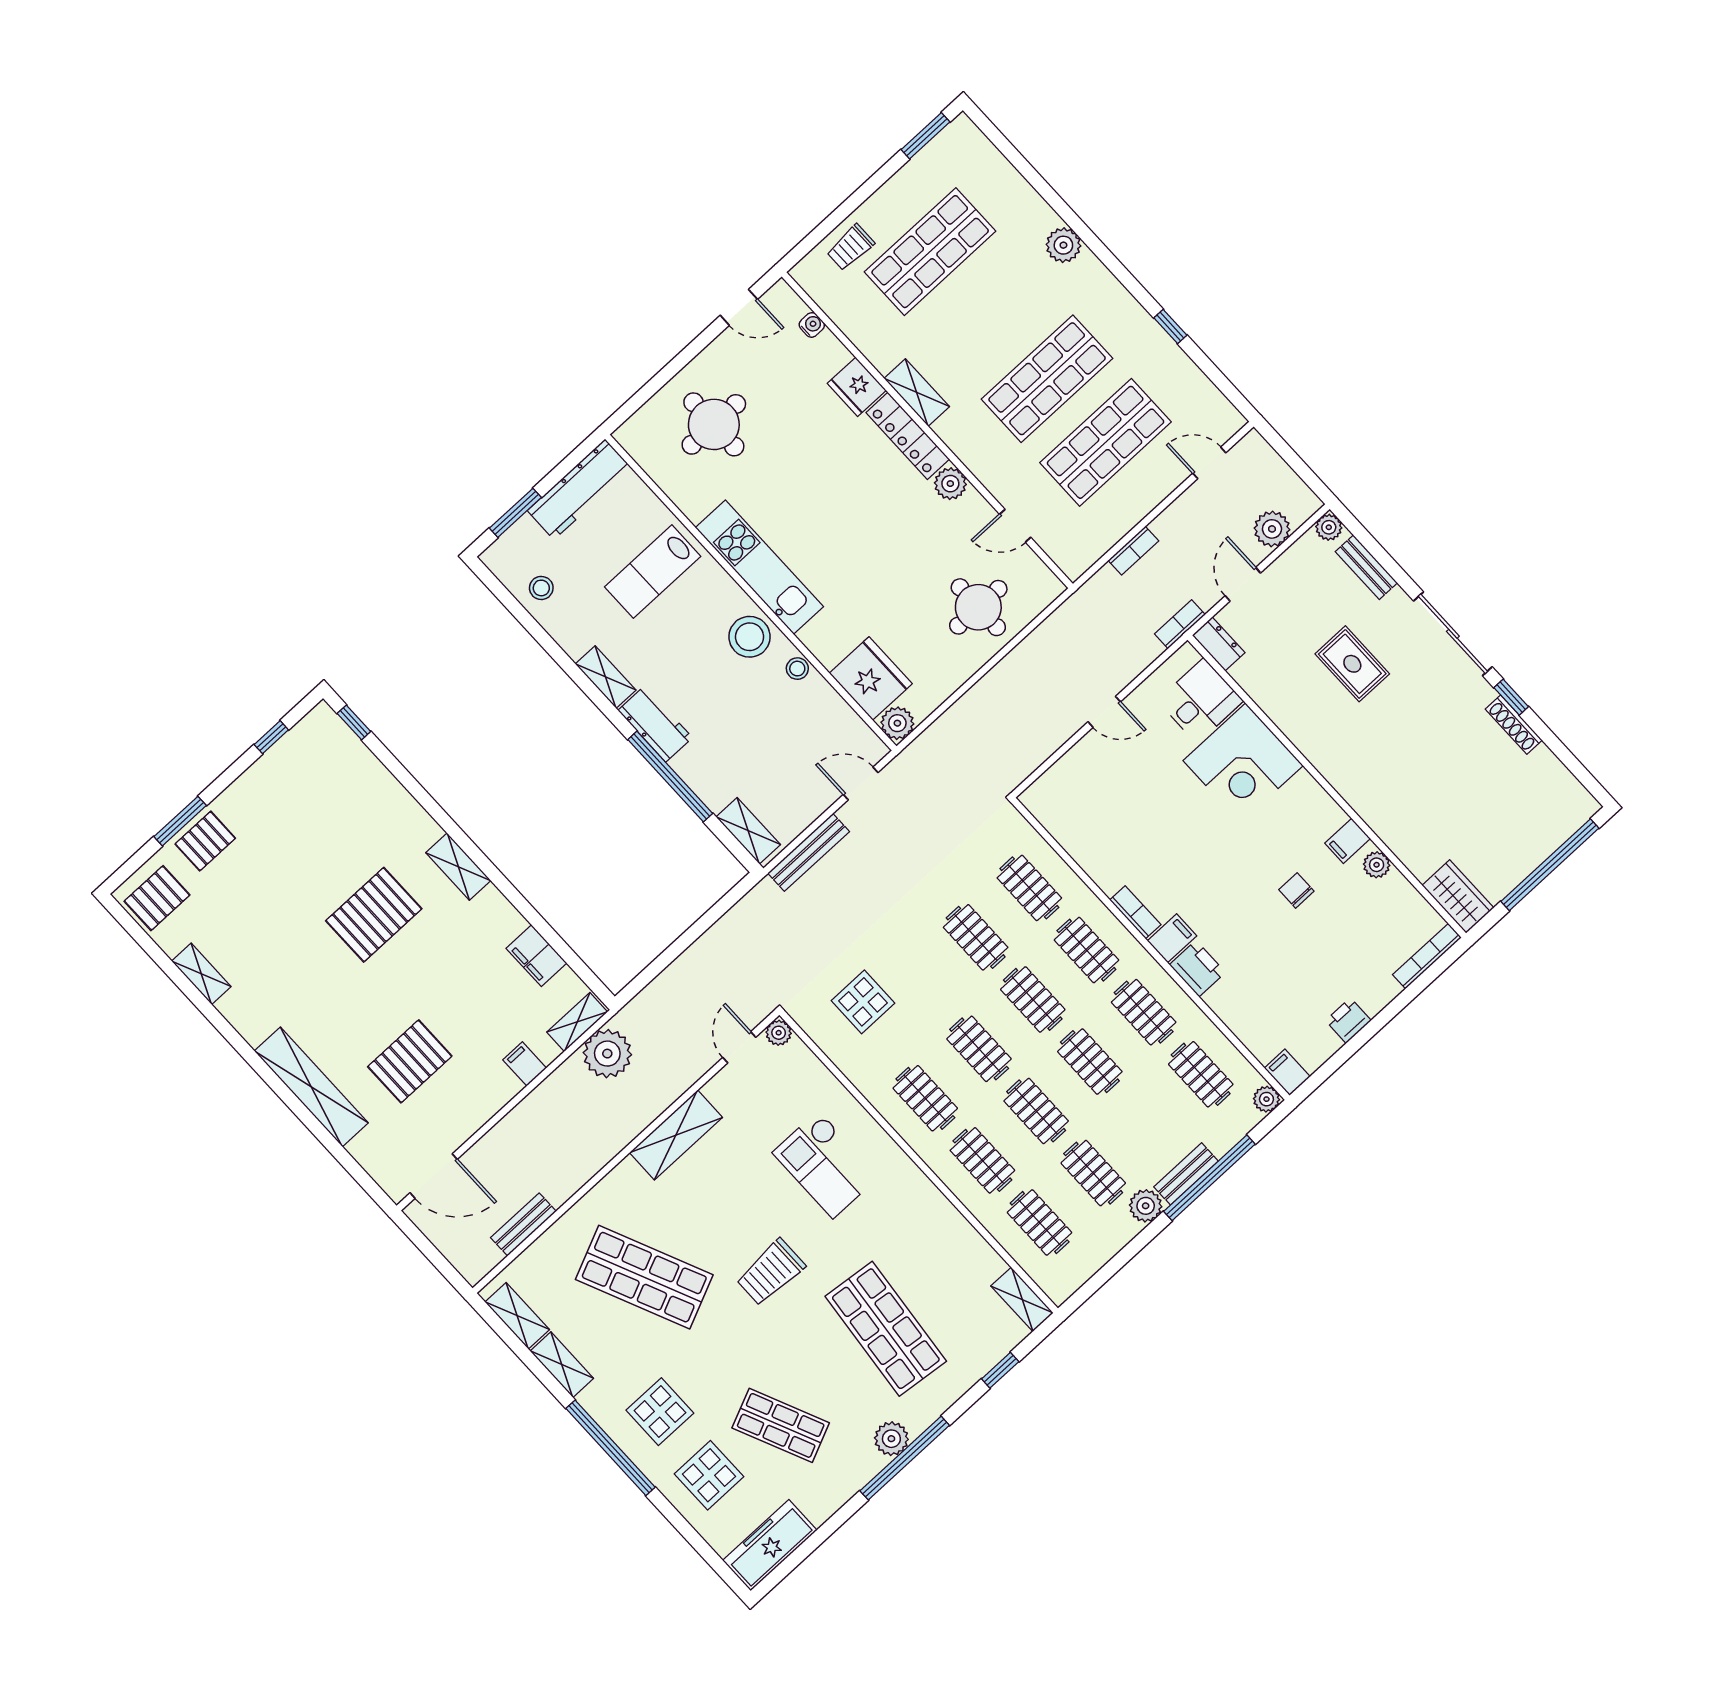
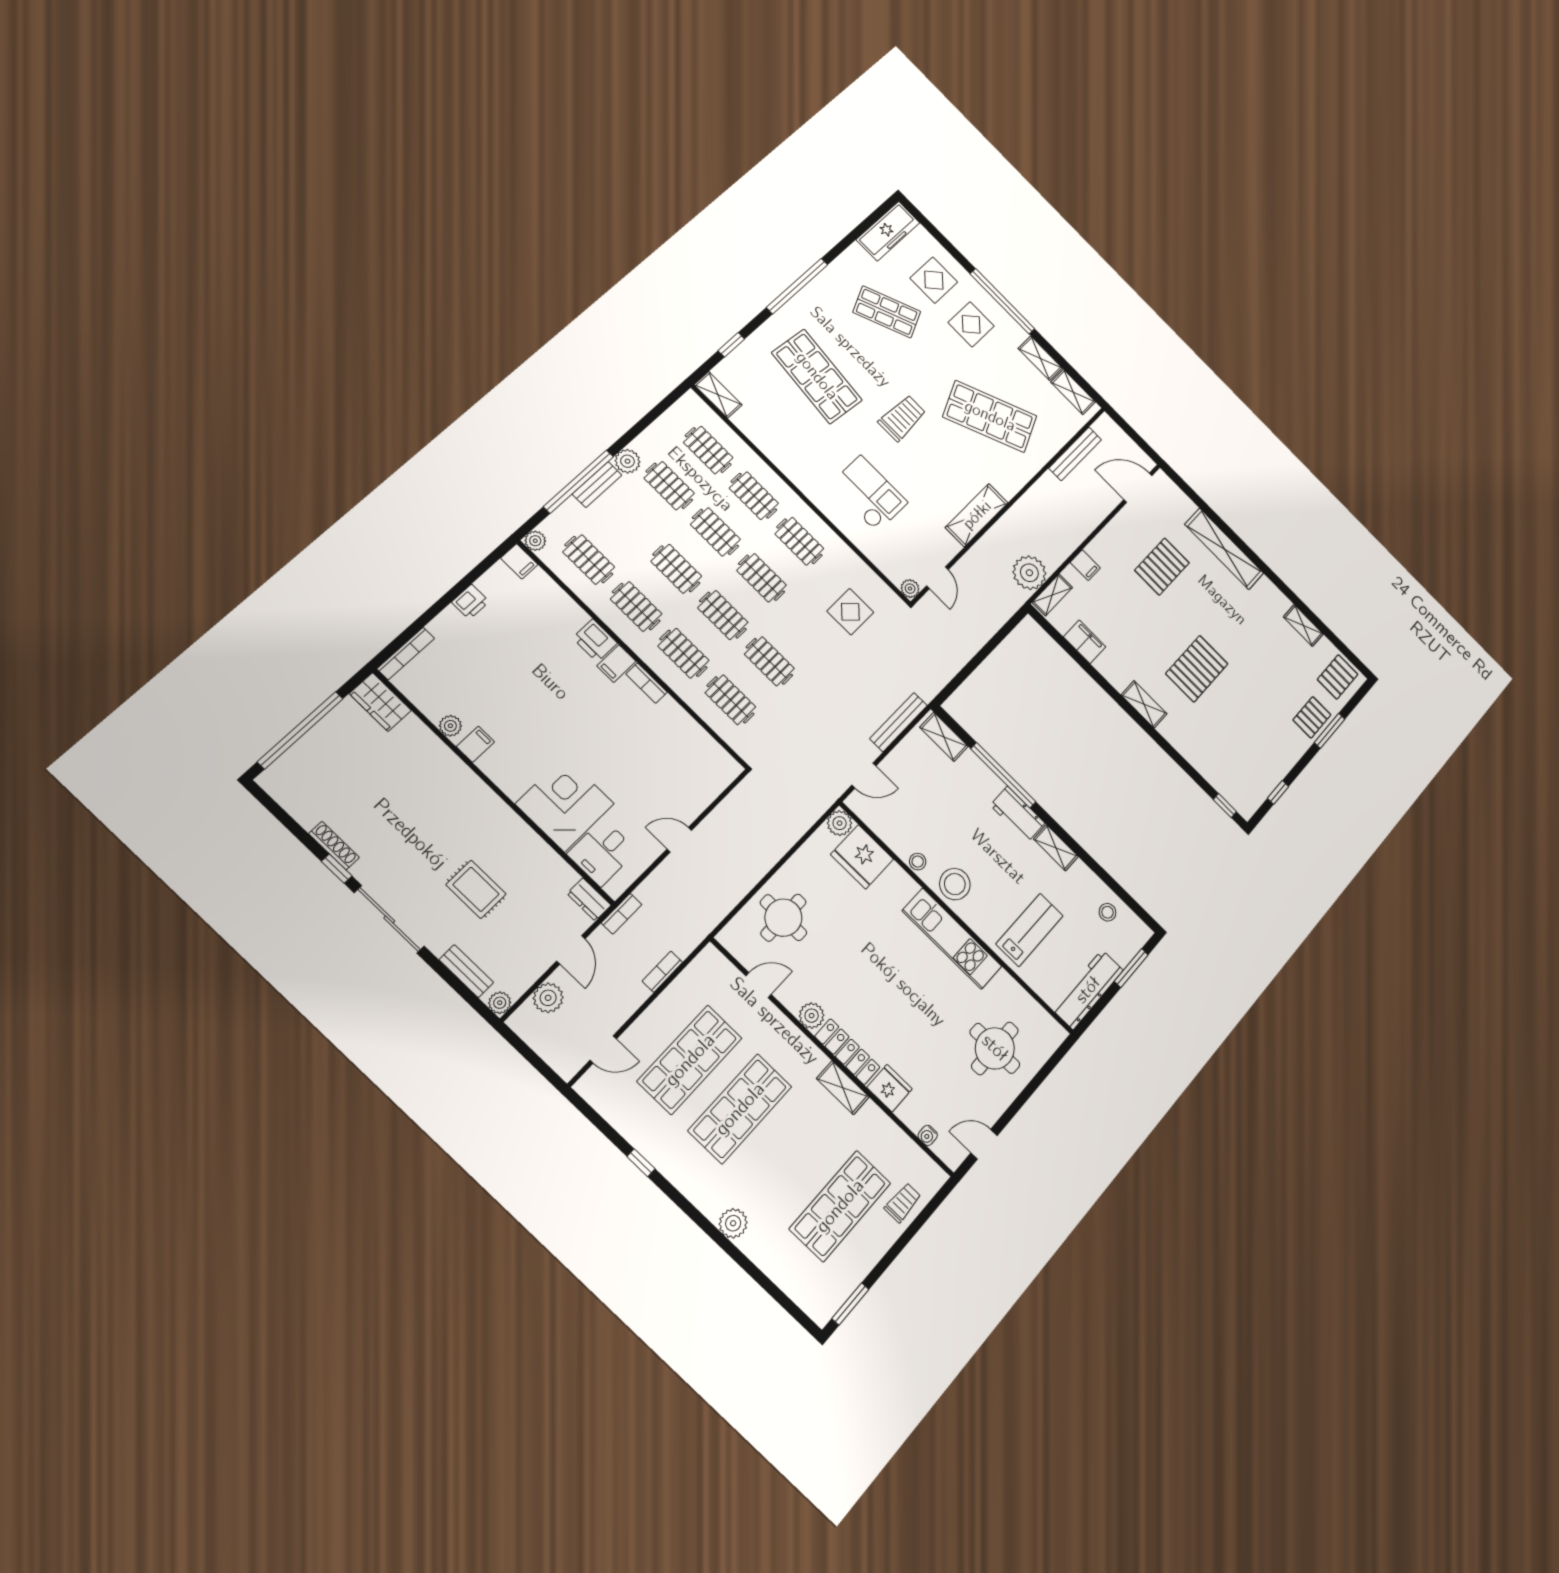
chair: (1296, 890) -> (517, 703), removed
bench: (523, 1224) -> (1075, 454), width x1.36
plant: (891, 1439) -> (808, 300), removed

